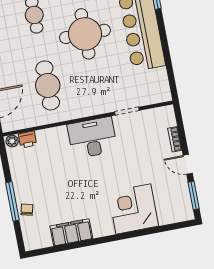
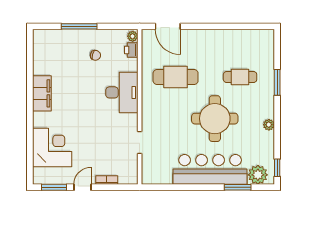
desk: (92, 138) -> (122, 92), moved
corner desk: (133, 209) -> (52, 147), moved
chair: (27, 210) -> (95, 55), moved
filing cabinet: (71, 232) -> (42, 93), moved

